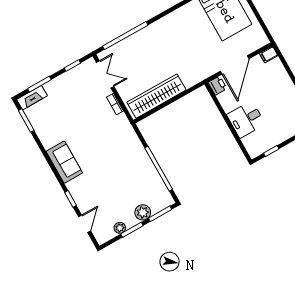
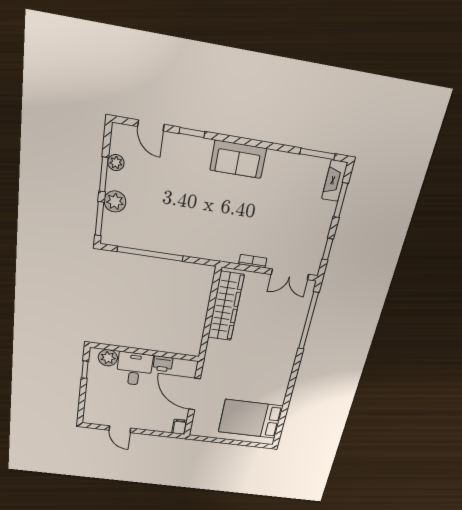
printer: (218, 86) -> (163, 364), moved
plant: (251, 143) -> (108, 358), added

